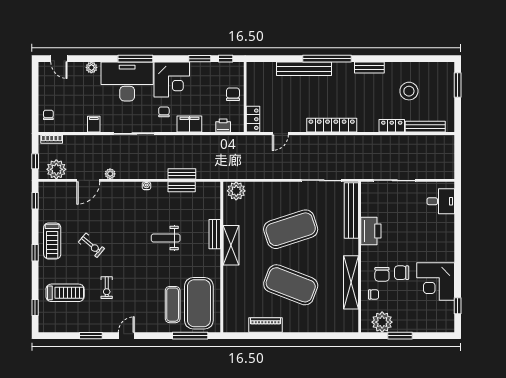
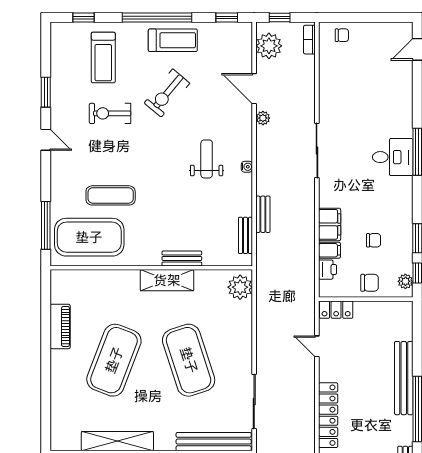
plant: (91, 68) -> (405, 281), moved
corner desk: (172, 80) -> (389, 201), removed
desk: (127, 82) -> (393, 157), width x0.53, depth x0.77
chair: (164, 112) -> (374, 240), moved
filing cabinet: (94, 124) -> (329, 250), moved
bench: (182, 187) -> (245, 235), moved
weight bench: (166, 238) -> (207, 159), moved
treadmill: (52, 241) -> (173, 40), turned 180
exercise bike: (91, 245) -> (167, 93), width x1.38, depth x1.39
window: (35, 253) -> (157, 17), width x3.17
exercise bike: (107, 288) -> (110, 113), width x1.38, depth x1.39
exercise mat: (173, 305) -> (111, 195), moved

